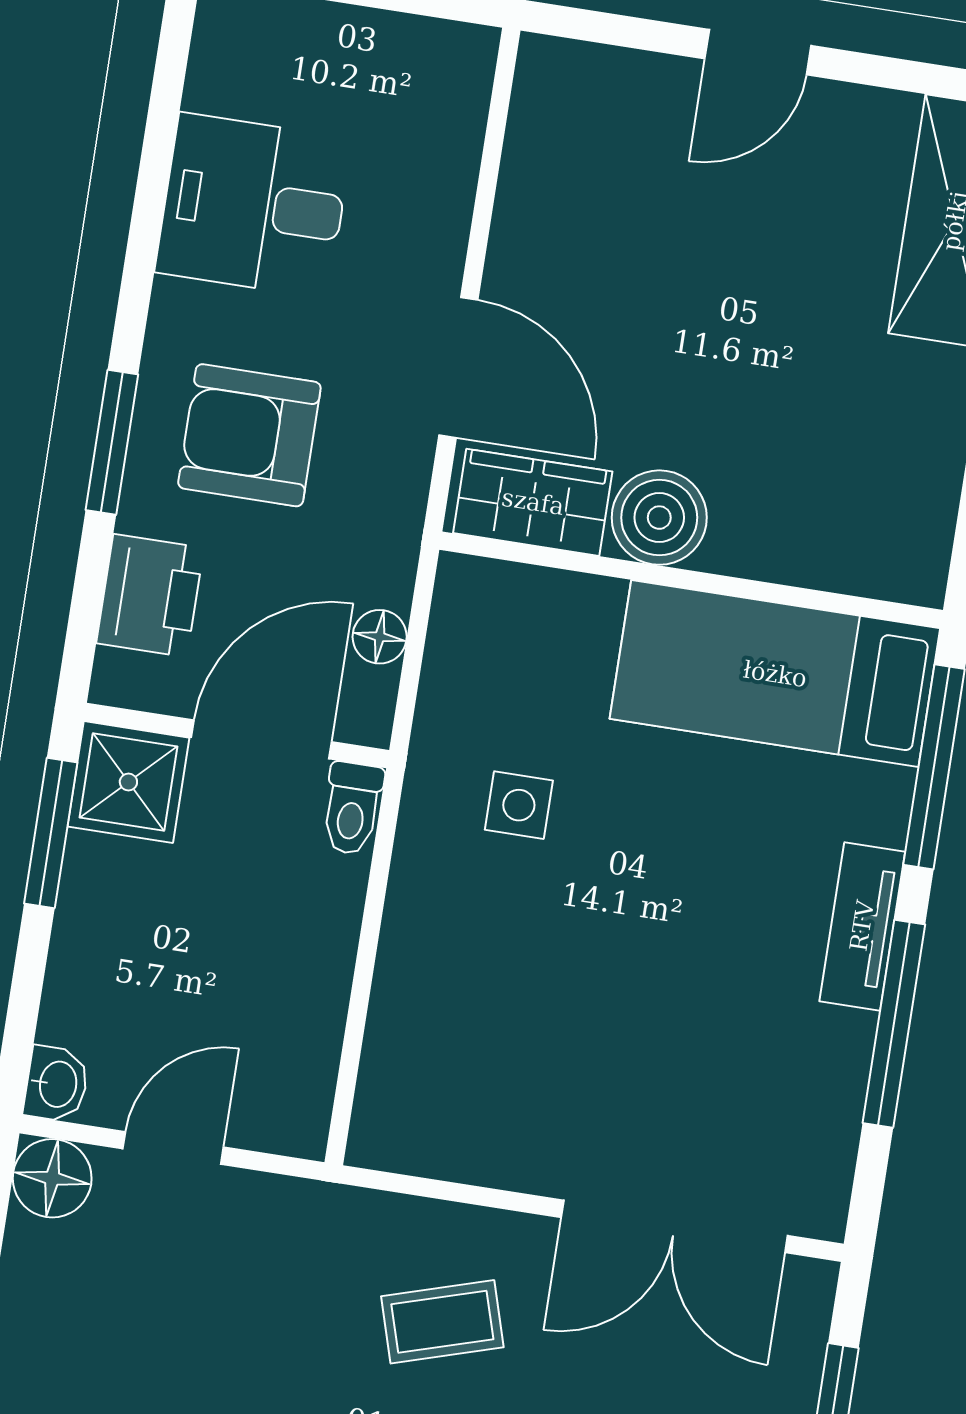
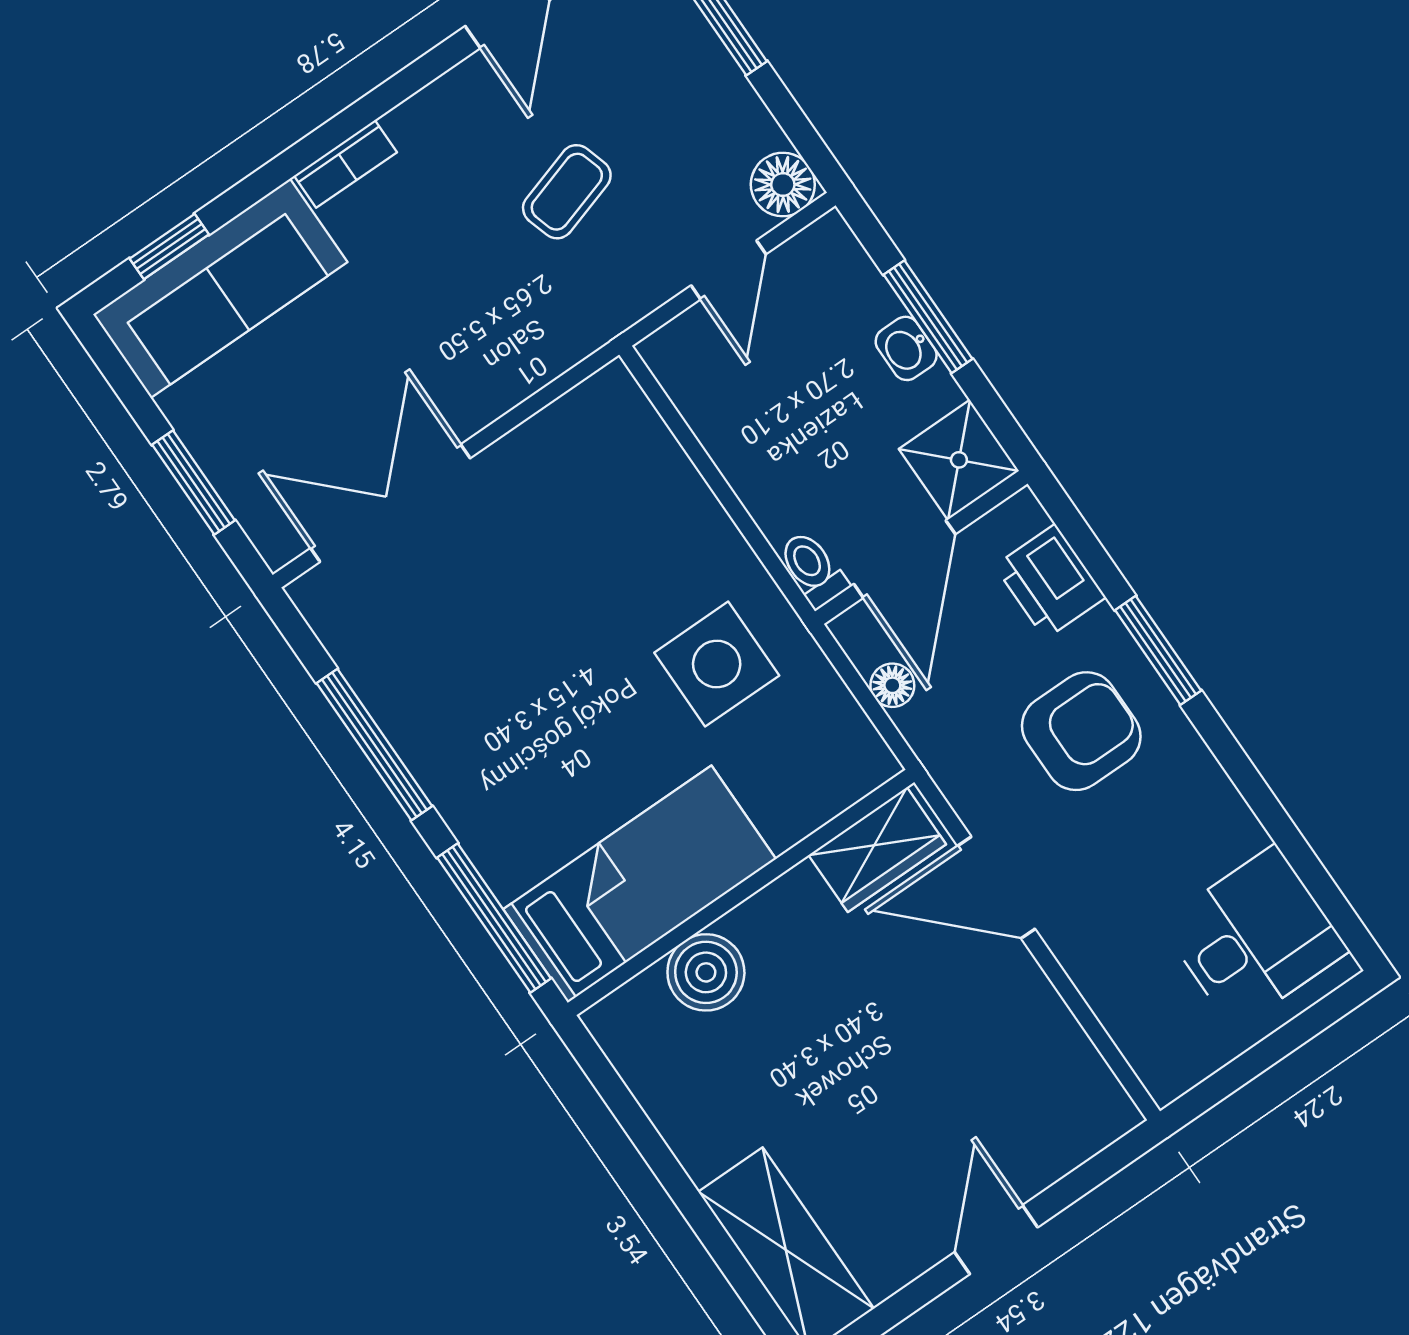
desk: (254, 205) -> (1254, 937), moved
boiler: (659, 518) -> (706, 972), moved
side table: (519, 805) -> (717, 664), width x1.87, depth x1.87
window: (51, 833) -> (928, 317), moved
tv unit: (862, 926) -> (447, 784), removed
washbasin: (56, 1084) -> (906, 348), moved
coffee table: (442, 1322) -> (567, 192), moved

